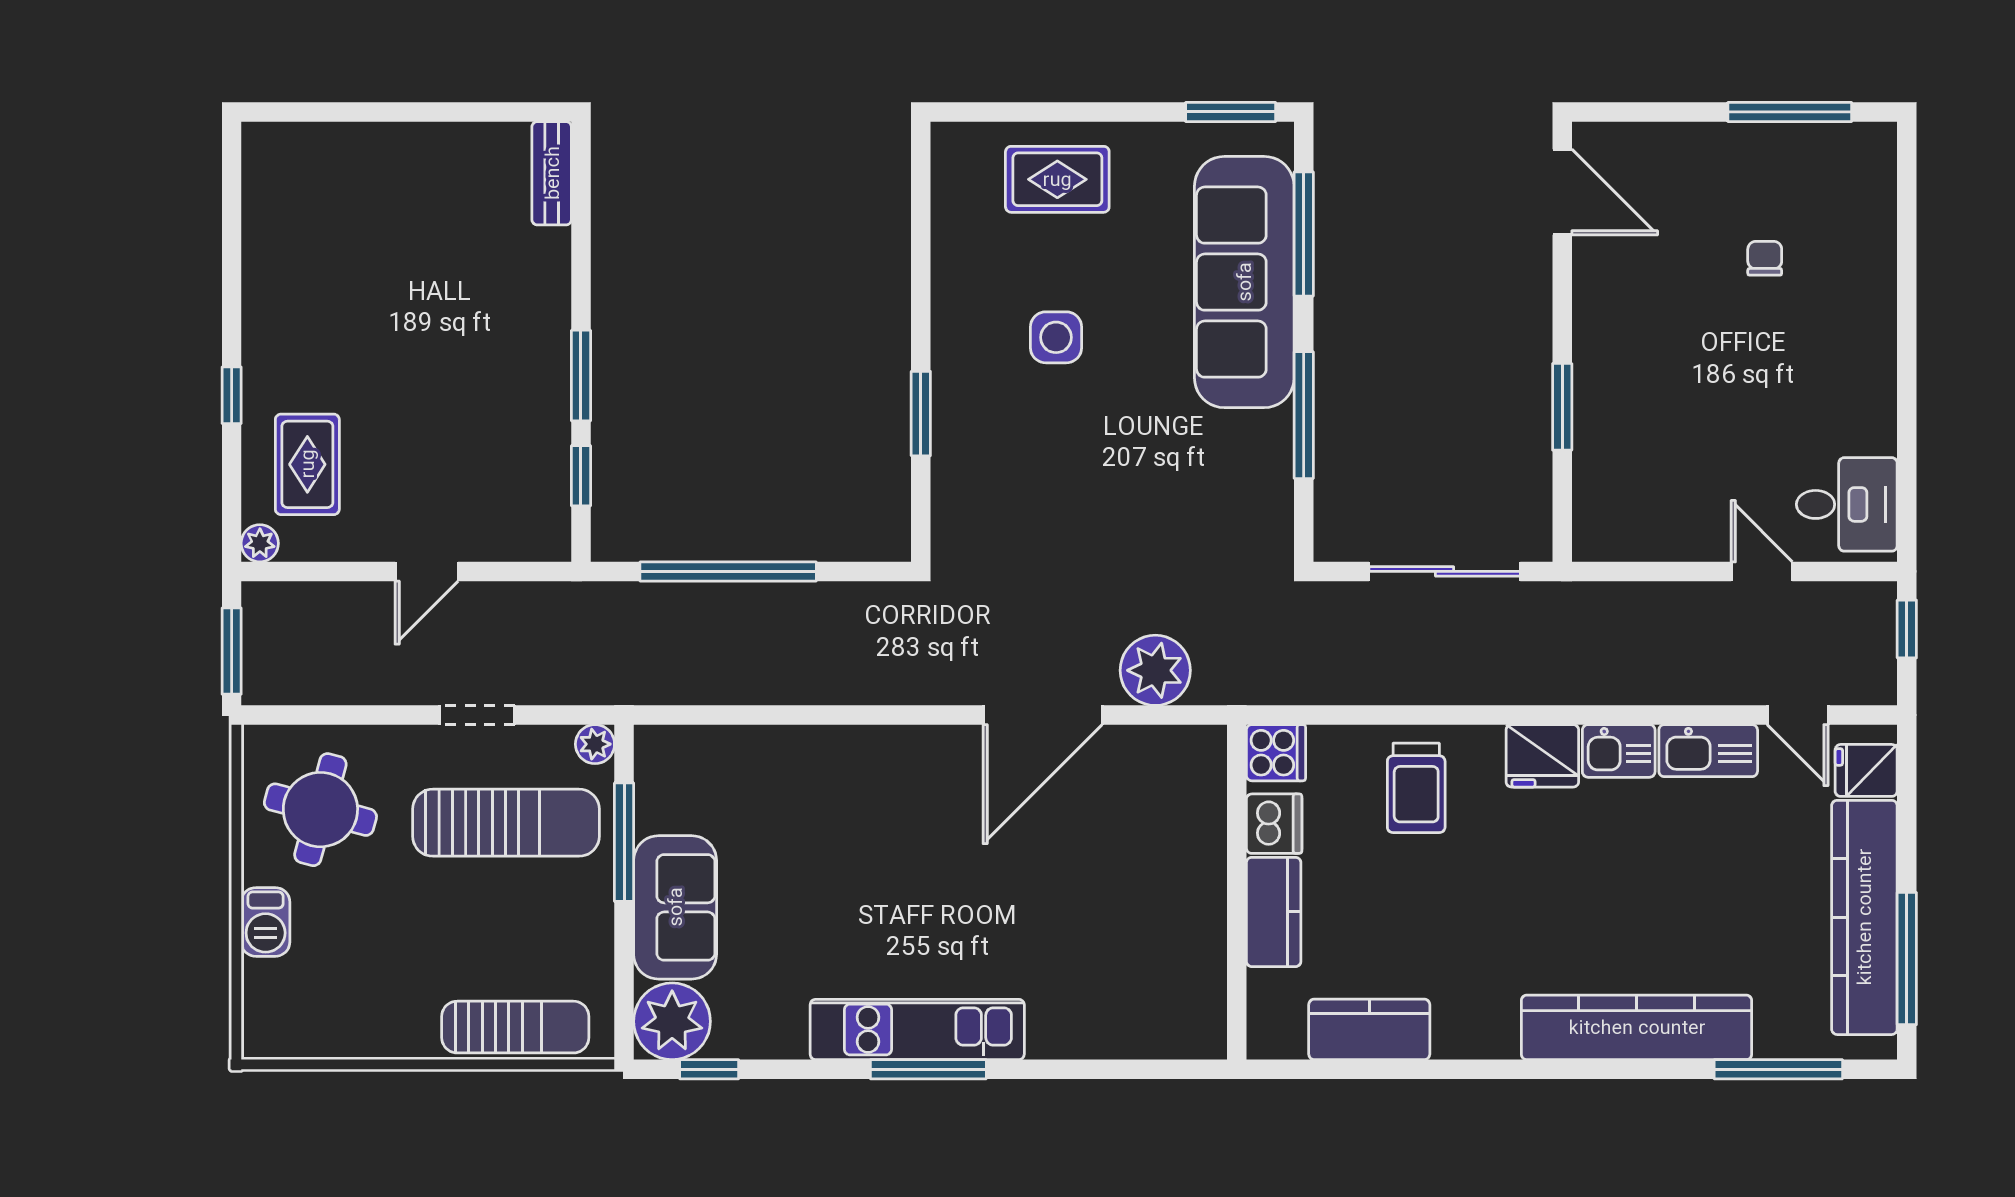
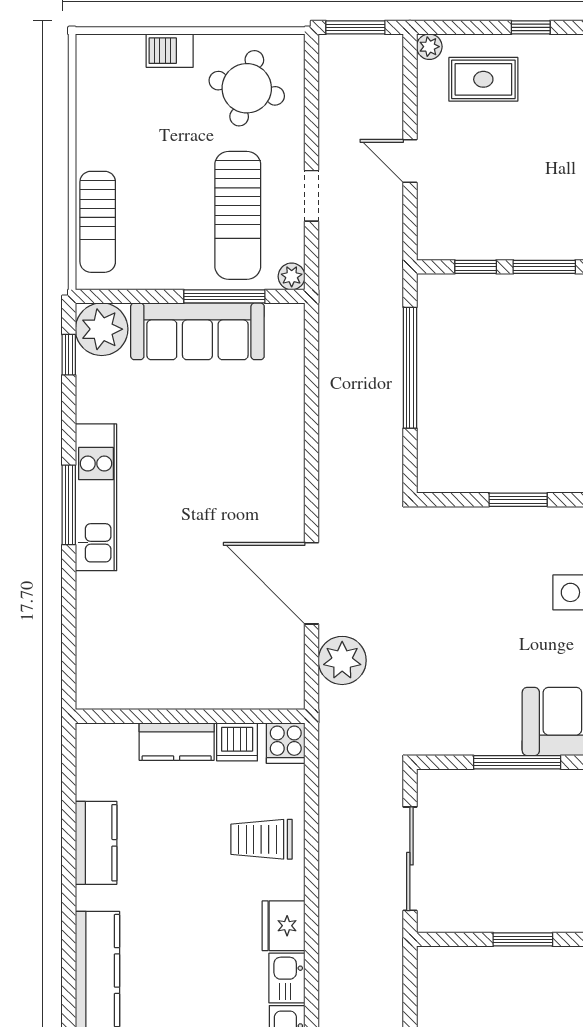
sofa: (675, 907) -> (197, 331), width x1.36
kitchen counter: (1369, 1029) -> (96, 843), moved

